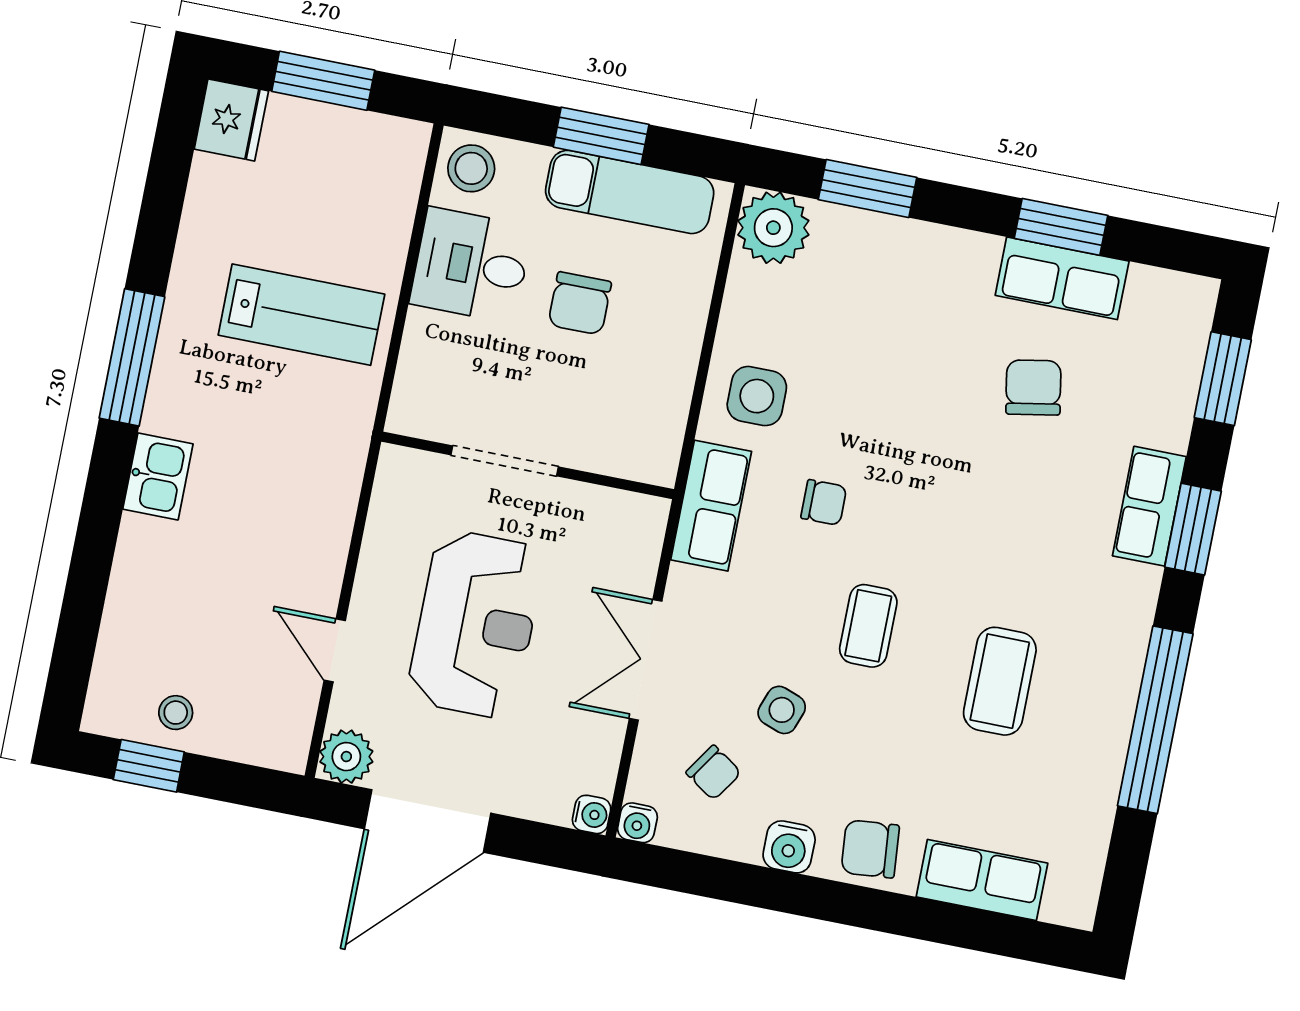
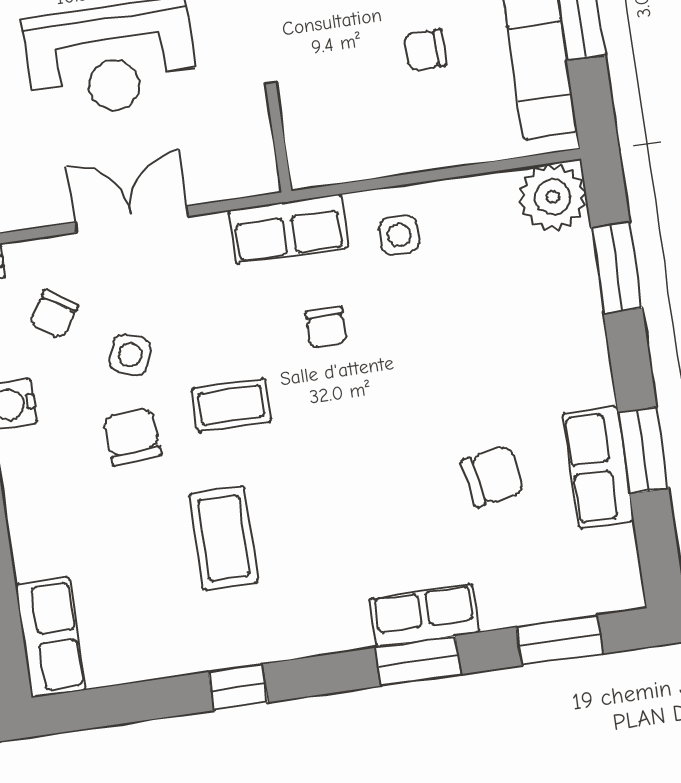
chair: (580, 303) -> (425, 50), width x0.73, depth x0.73
side table: (757, 396) -> (399, 235), width x0.73, depth x0.73
coffee table: (1000, 681) -> (224, 538), turned 90
window: (1155, 720) -> (238, 687), width x0.32
chair: (870, 849) -> (132, 437), moved
row of seats: (982, 880) -> (50, 637), moved

